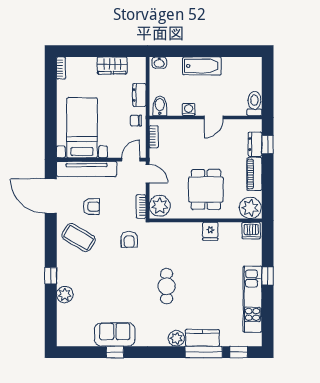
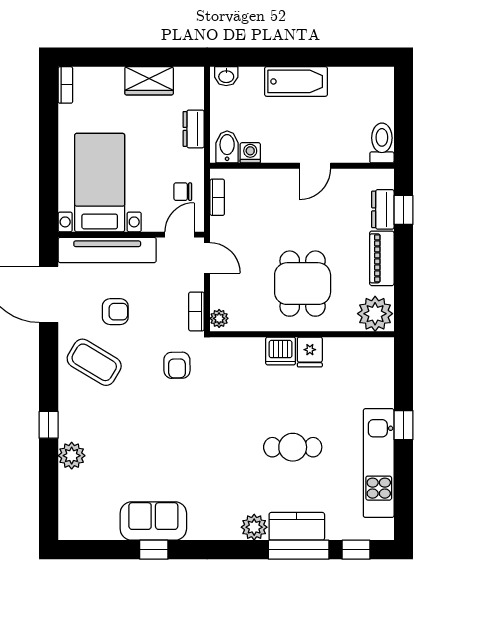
washing machine: (189, 110) -> (250, 153), moved
chair: (136, 121) -> (183, 192), moved
plant: (160, 206) -> (219, 318), width x0.53, depth x0.53
dishwasher: (251, 231) -> (281, 351), moved
cafe table: (167, 286) -> (293, 447), moved, turned 90

